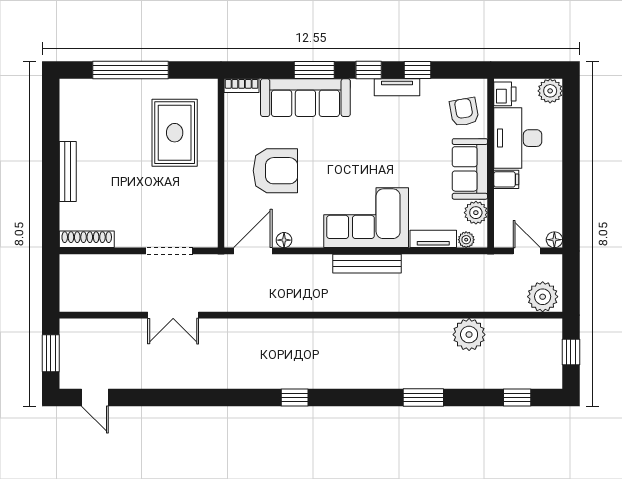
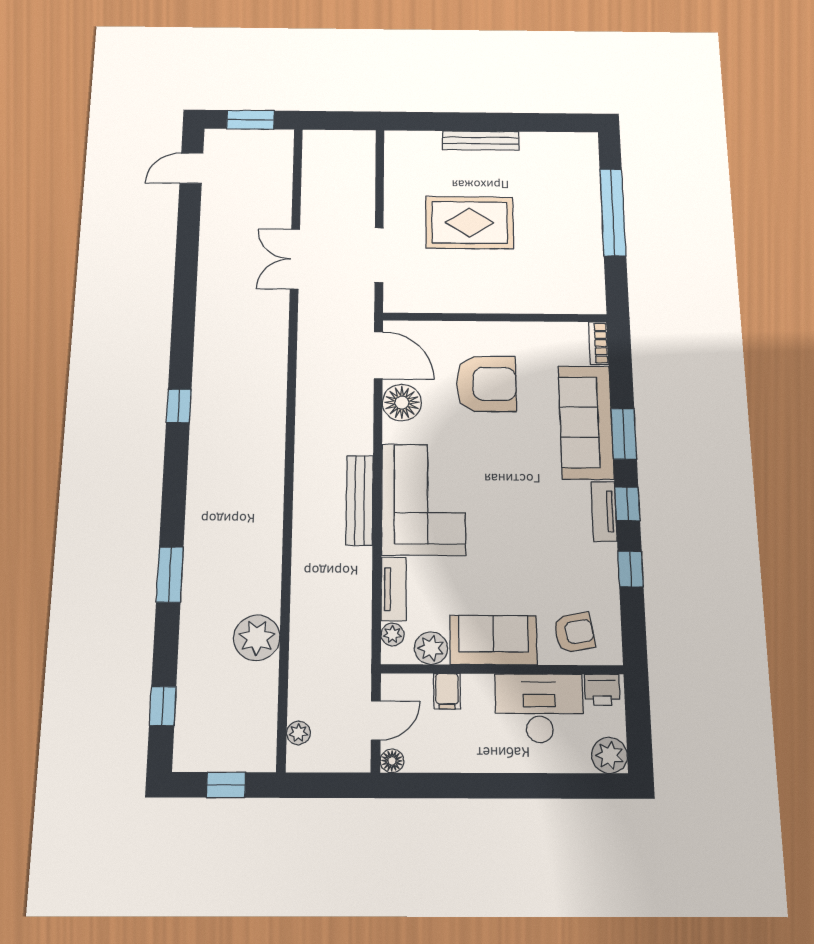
tv unit: (397, 87) -> (604, 511), moved
rug: (175, 133) -> (470, 223), moved
armchair: (275, 171) -> (486, 384), turned -90
filing cabinet: (506, 179) -> (447, 691), moved
shoe rack: (87, 239) -> (395, 161), removed
floor lamp: (284, 240) -> (402, 403), width x1.89, depth x1.89
plant: (543, 297) -> (298, 733), width x0.53, depth x0.53

